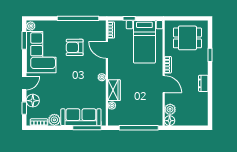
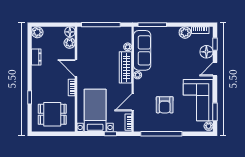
armchair: (75, 47) -> (165, 105), turned 90
door: (107, 50) -> (133, 102), swing flipped
dresser: (203, 83) -> (36, 57), moved
wardrobe: (114, 90) -> (126, 67), width x1.50
sofa: (81, 117) -> (142, 50), moved, turned -90
plant: (202, 120) -> (37, 32), added

